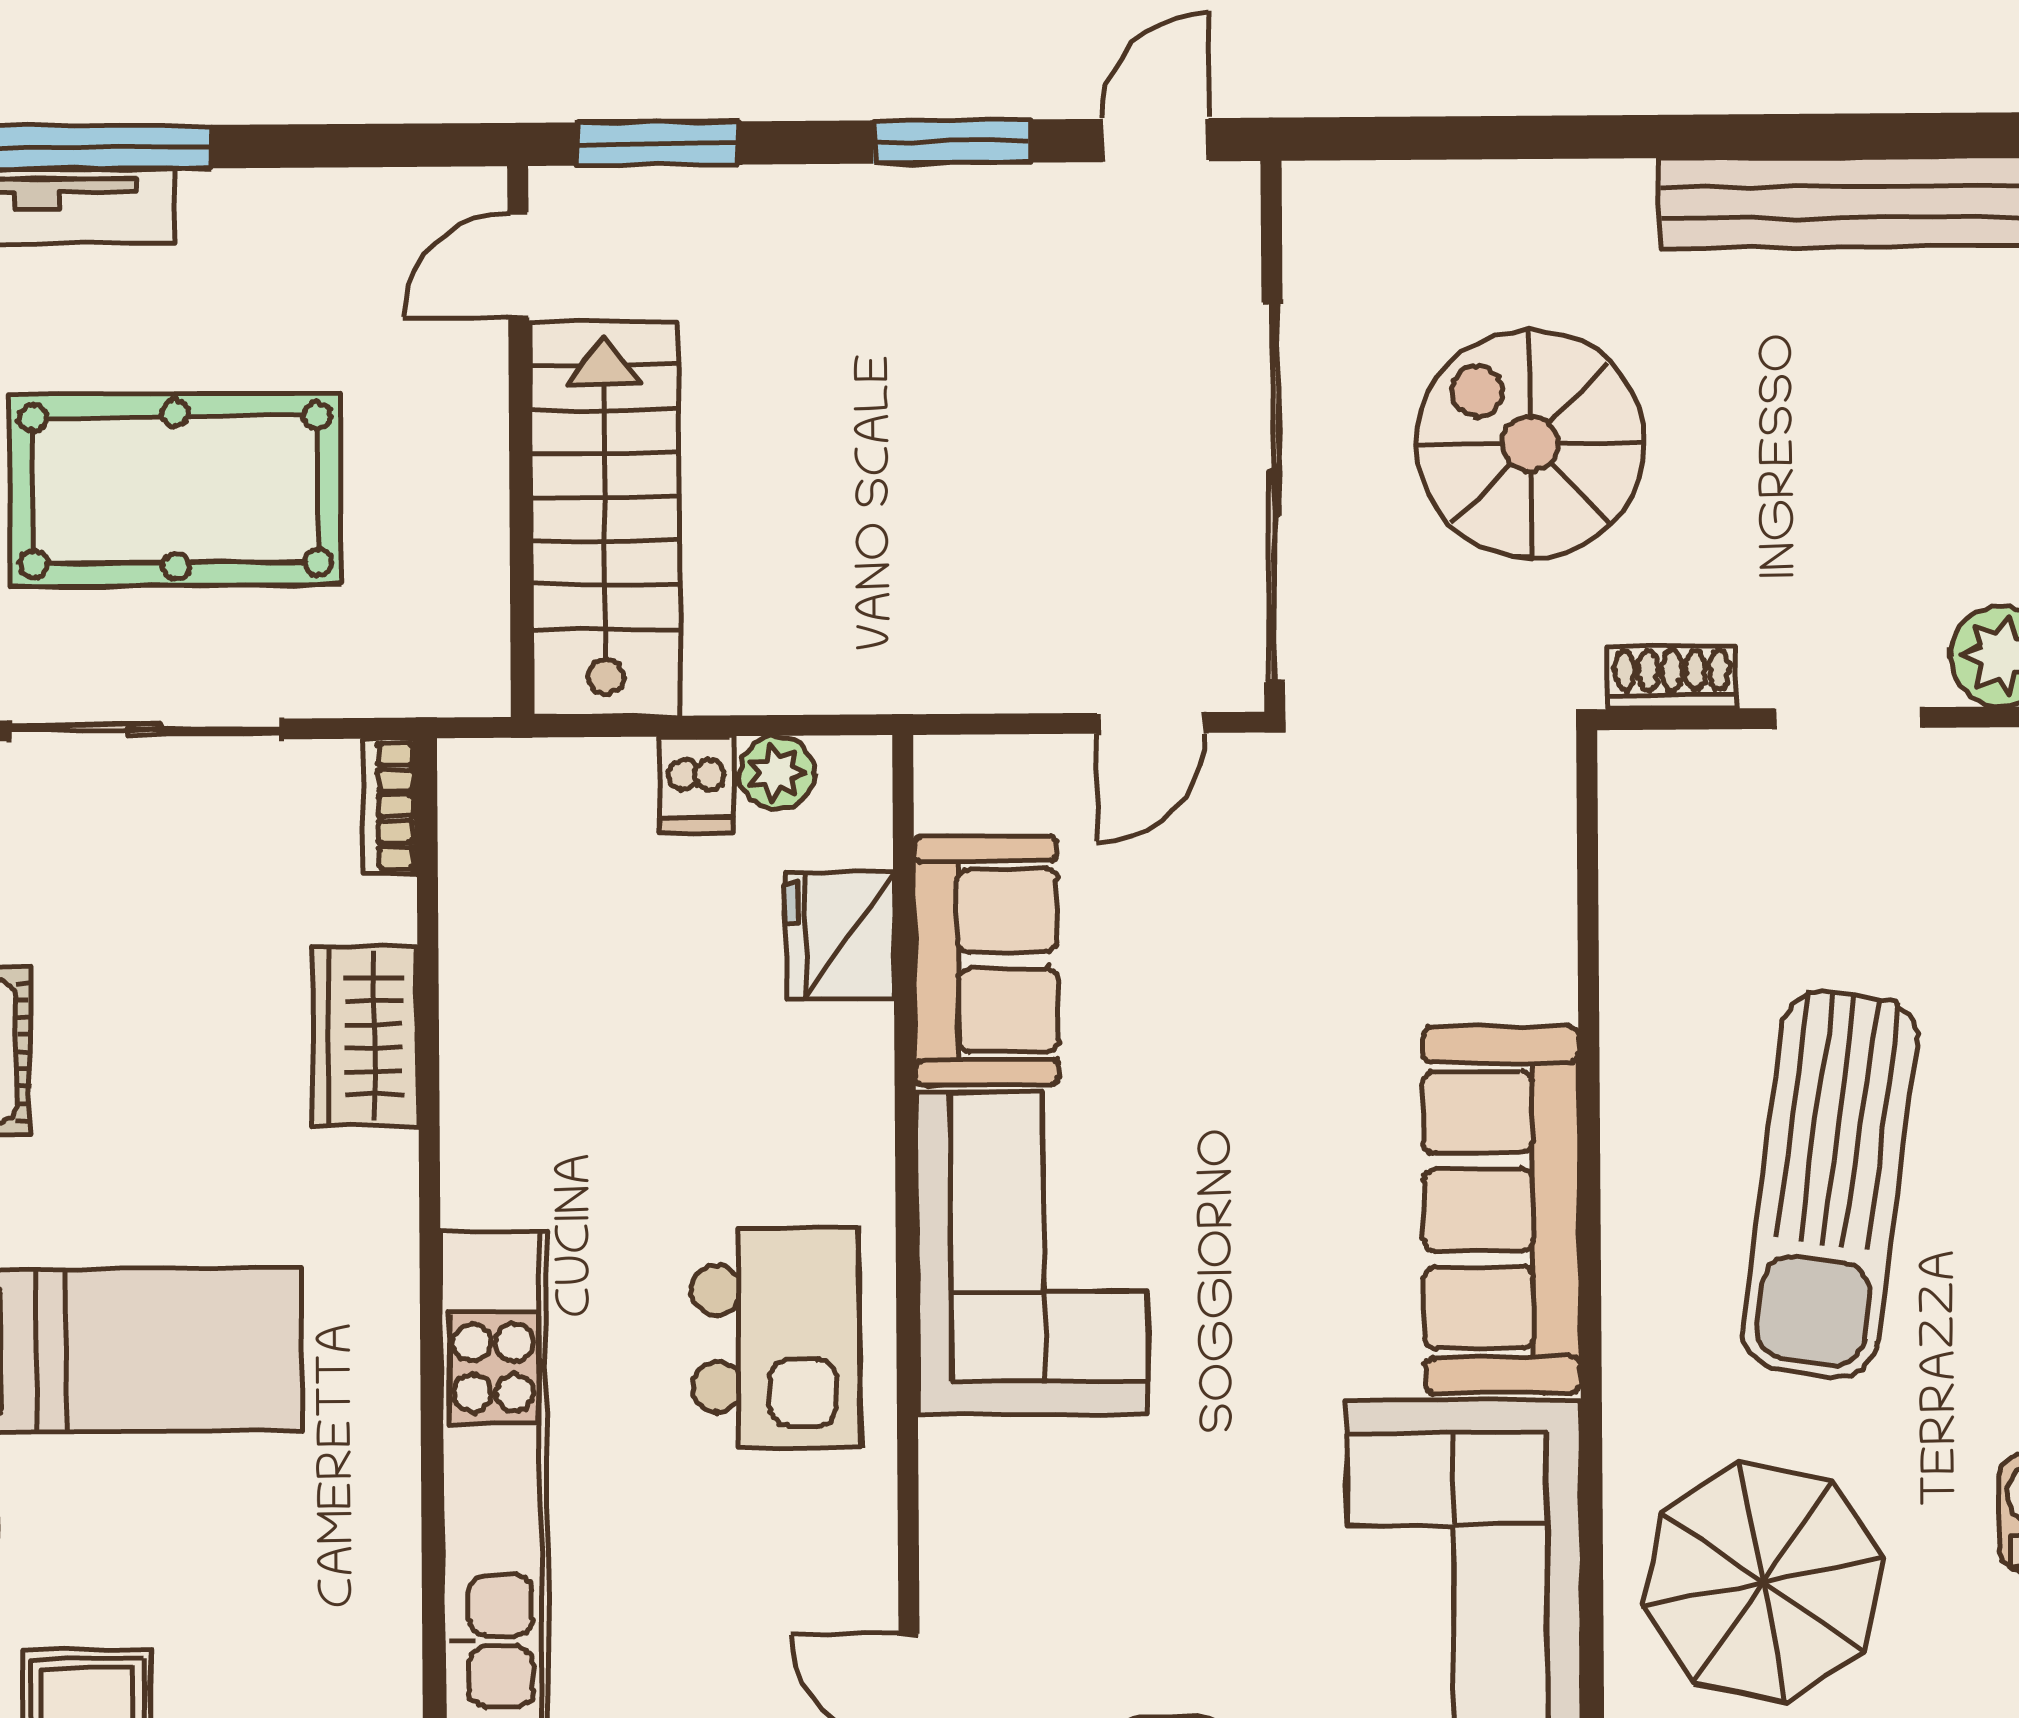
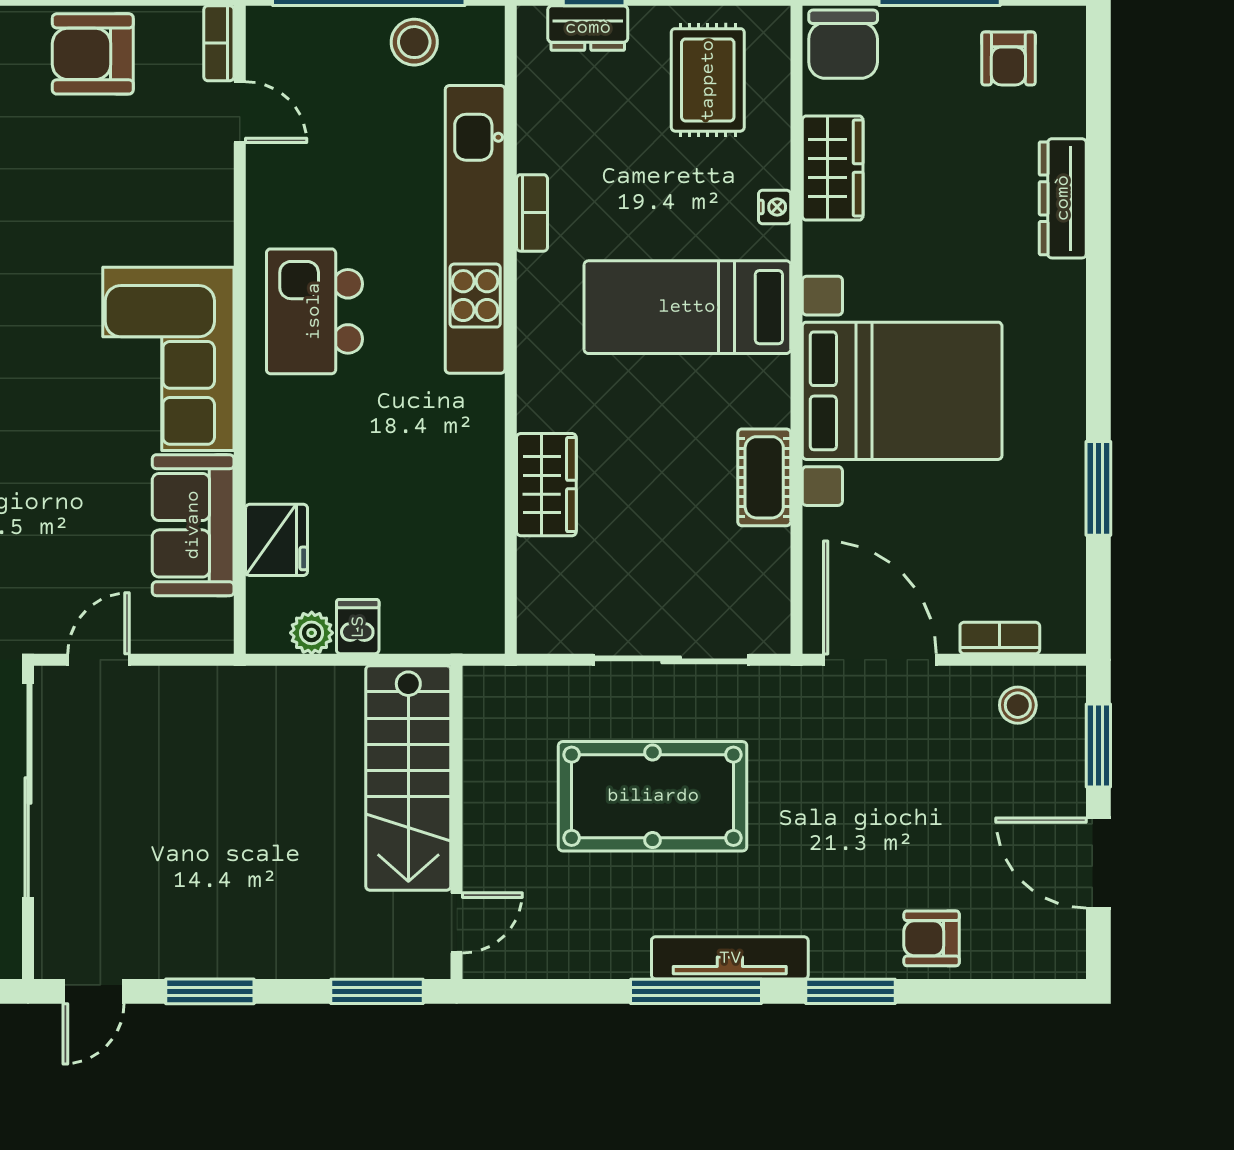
bookcase: (389, 806) -> (532, 213), moved

